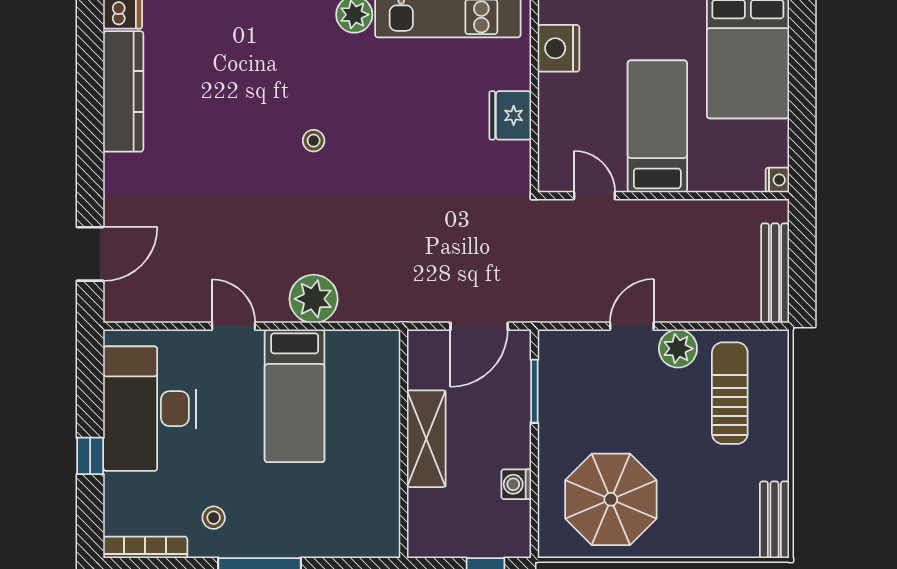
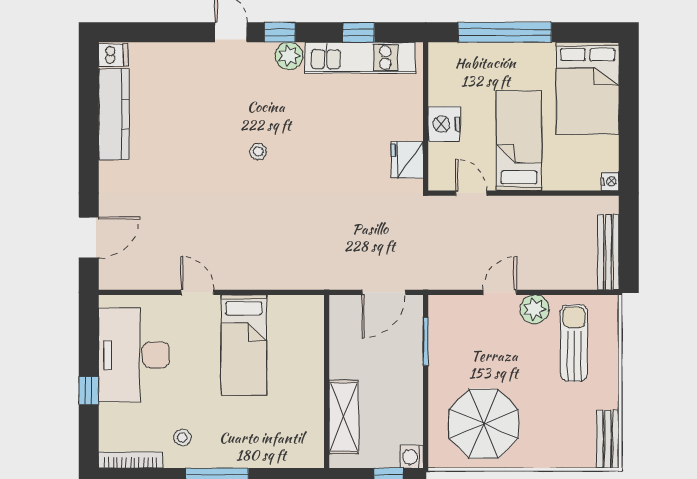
nightstand: (559, 48) -> (444, 124), moved
fridge: (510, 115) -> (407, 160), moved
plant: (314, 299) -> (258, 272), removed
shelving: (426, 439) -> (344, 417), moved
washing machine: (516, 484) -> (412, 457), moved

